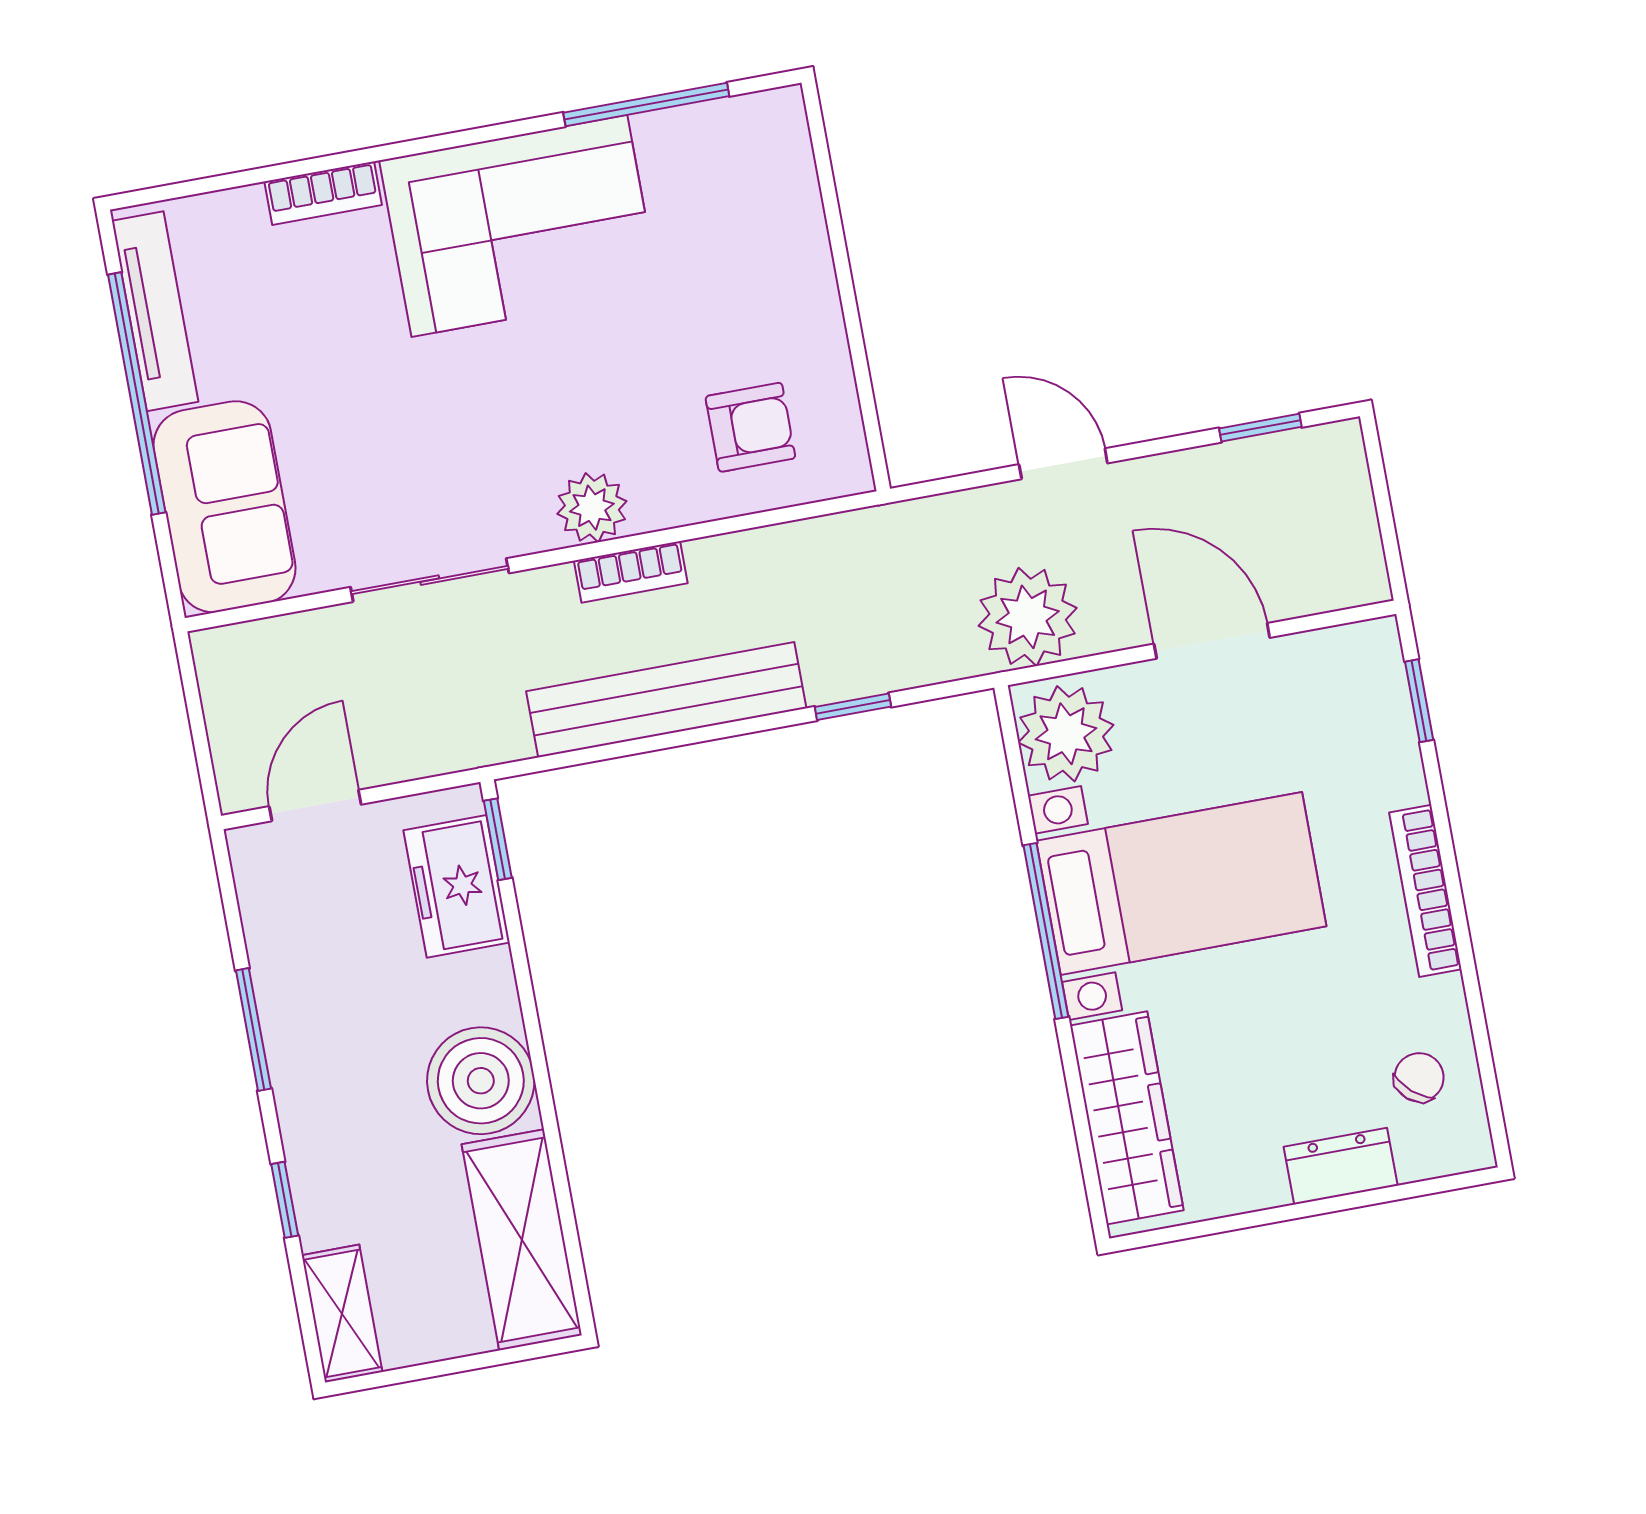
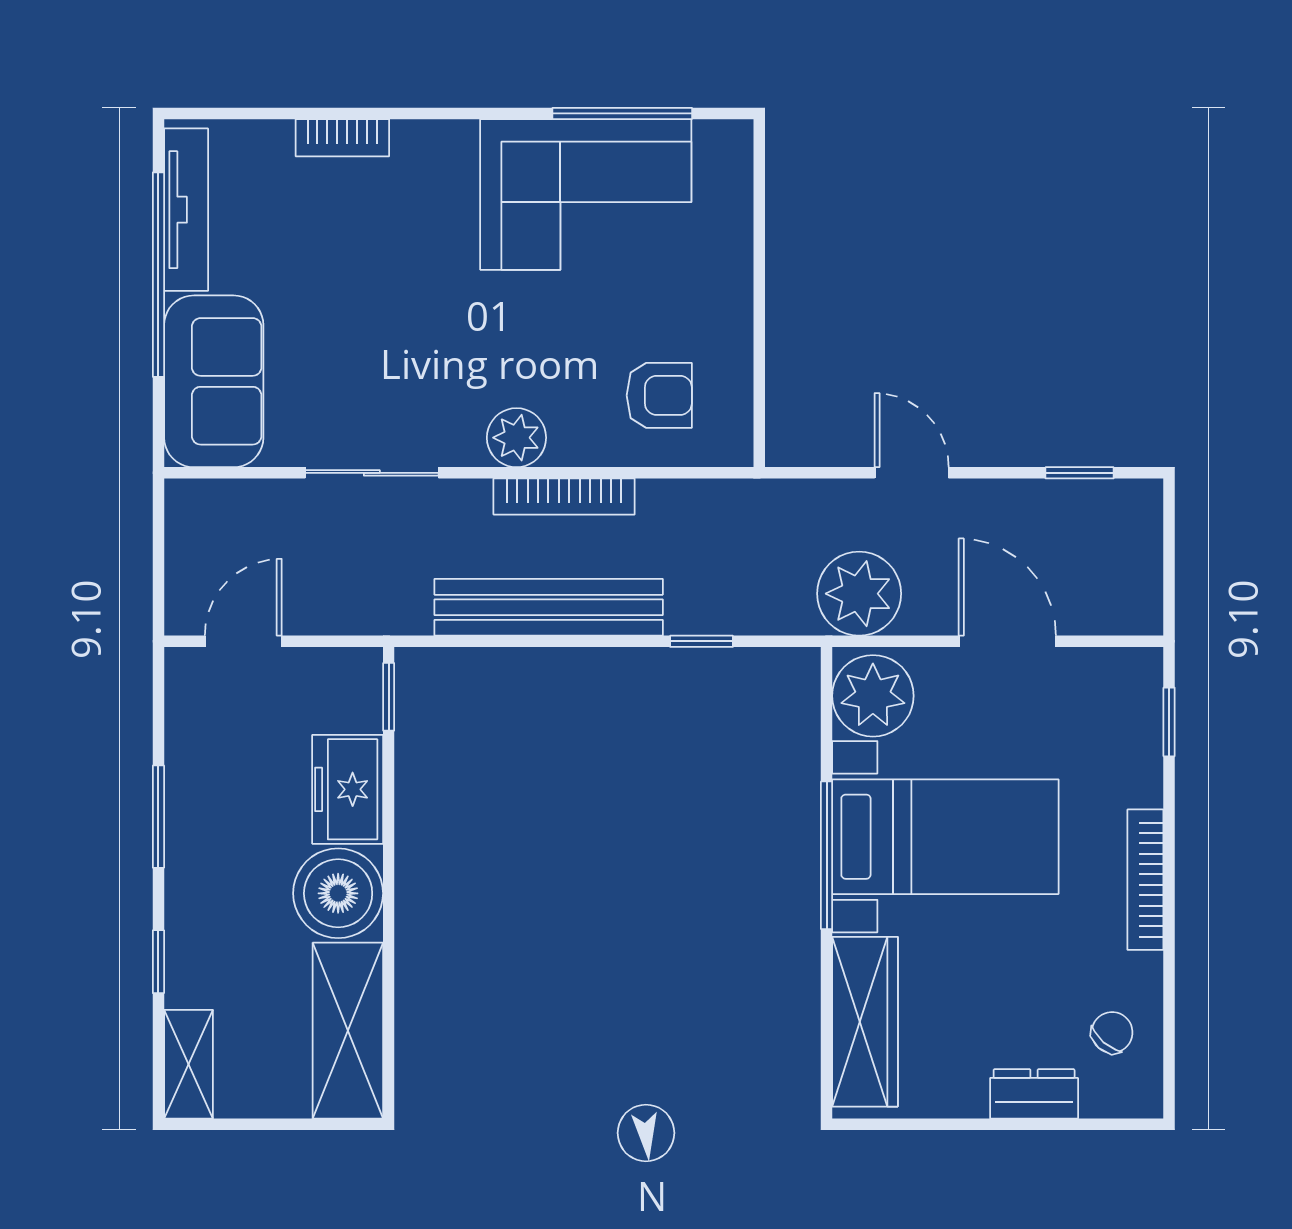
corner sofa: (519, 226) -> (586, 194), moved
bookcase: (631, 572) -> (564, 497), width x1.56
freezer: (457, 886) -> (348, 789), moved

